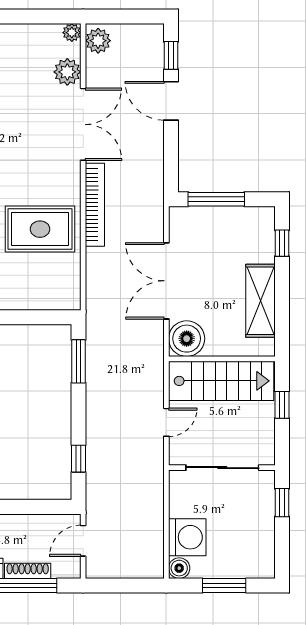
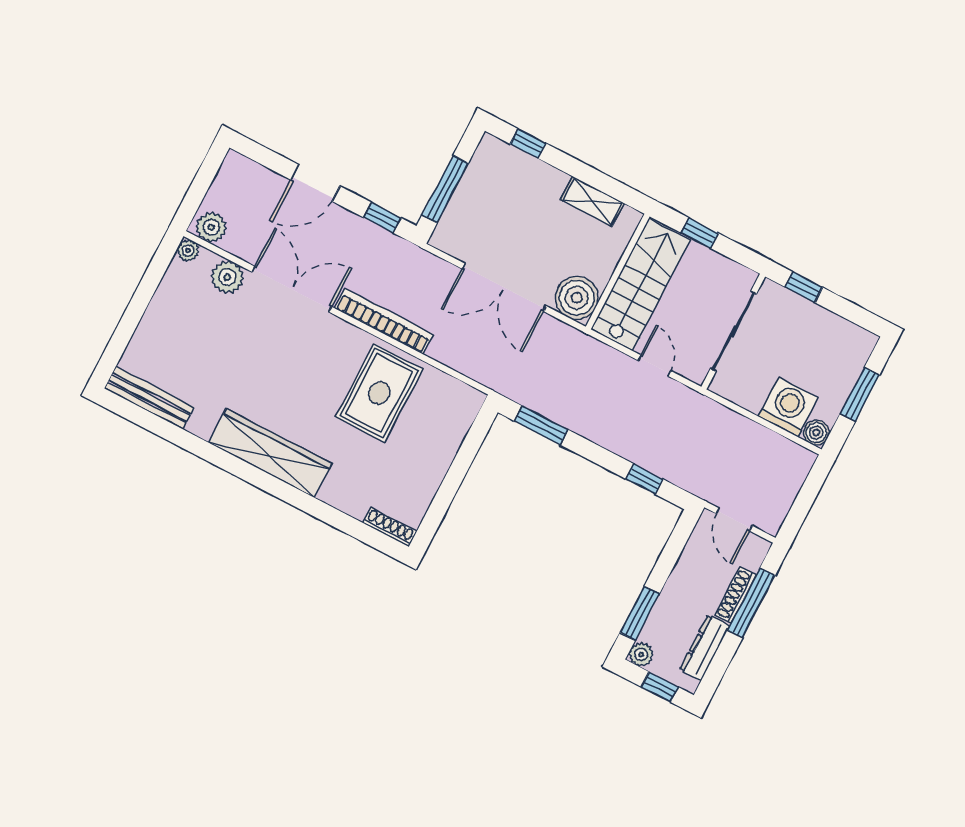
window: (171, 55) -> (382, 218), moved
shelving: (260, 301) -> (592, 201), width x0.67, depth x0.75

